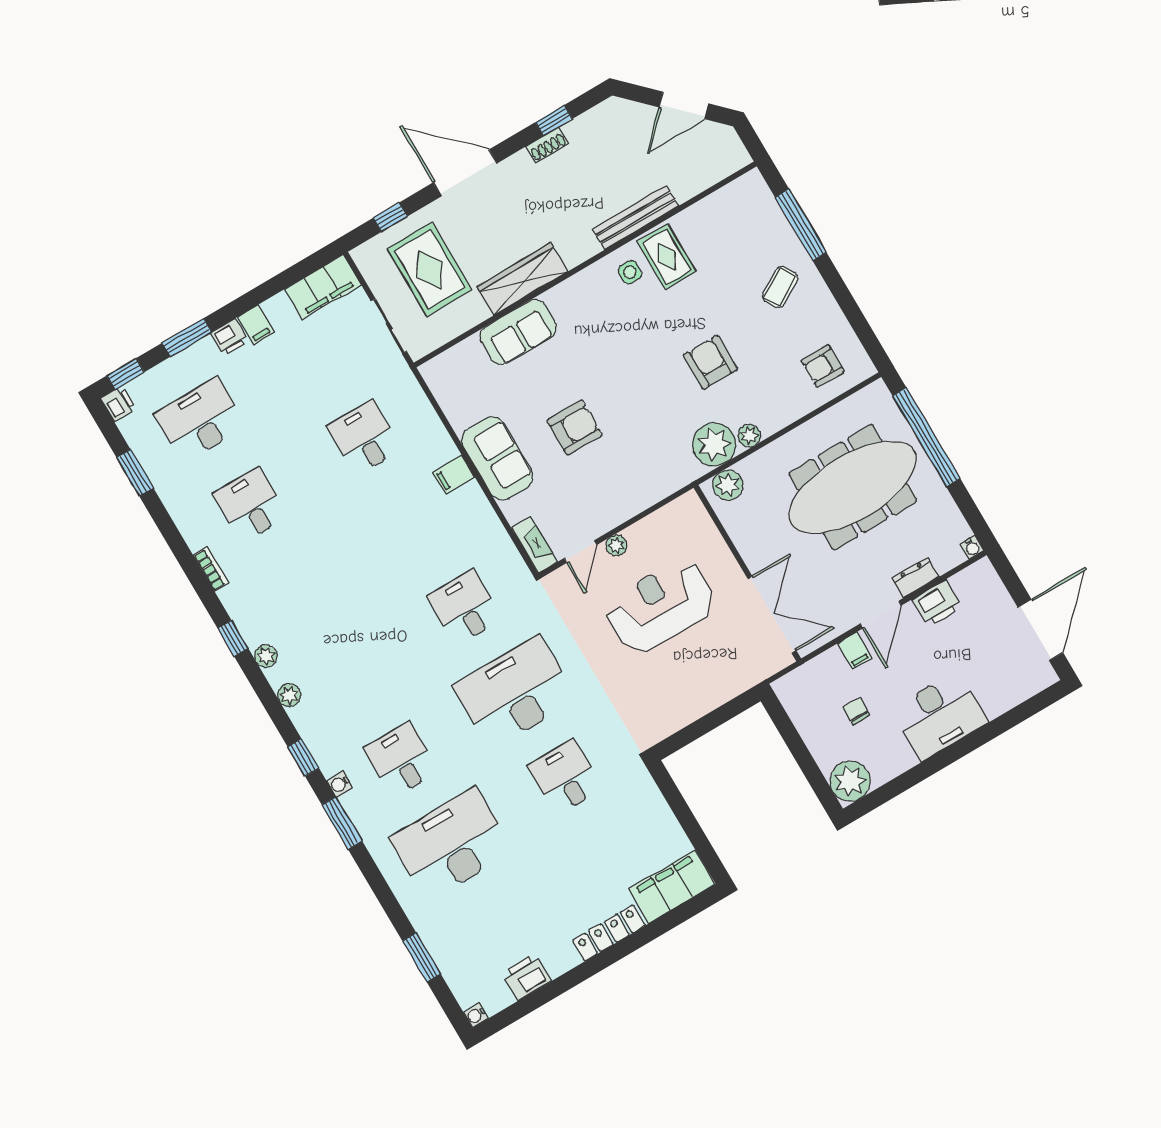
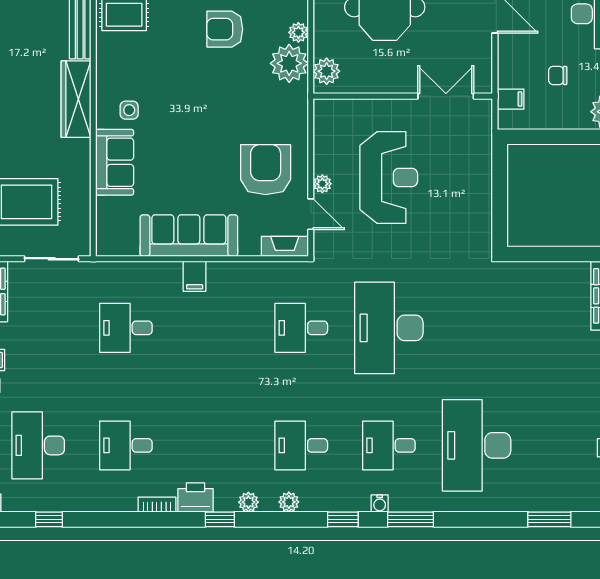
side table: (630, 272) -> (129, 110), moved
wardrobe: (522, 279) -> (76, 99), moved
armchair: (575, 428) -> (266, 170), moved, width x1.36, depth x1.36
sofa: (497, 458) -> (189, 236), width x1.36
window: (135, 473) -> (49, 519), width x0.67
printer: (240, 602) -> (195, 498), added
reception desk: (660, 606) -> (389, 178), turned 180
double door: (772, 615) -> (446, 96), width x0.73
filing cabinet: (855, 651) -> (511, 99), moved
desk: (565, 777) -> (301, 445), moved

